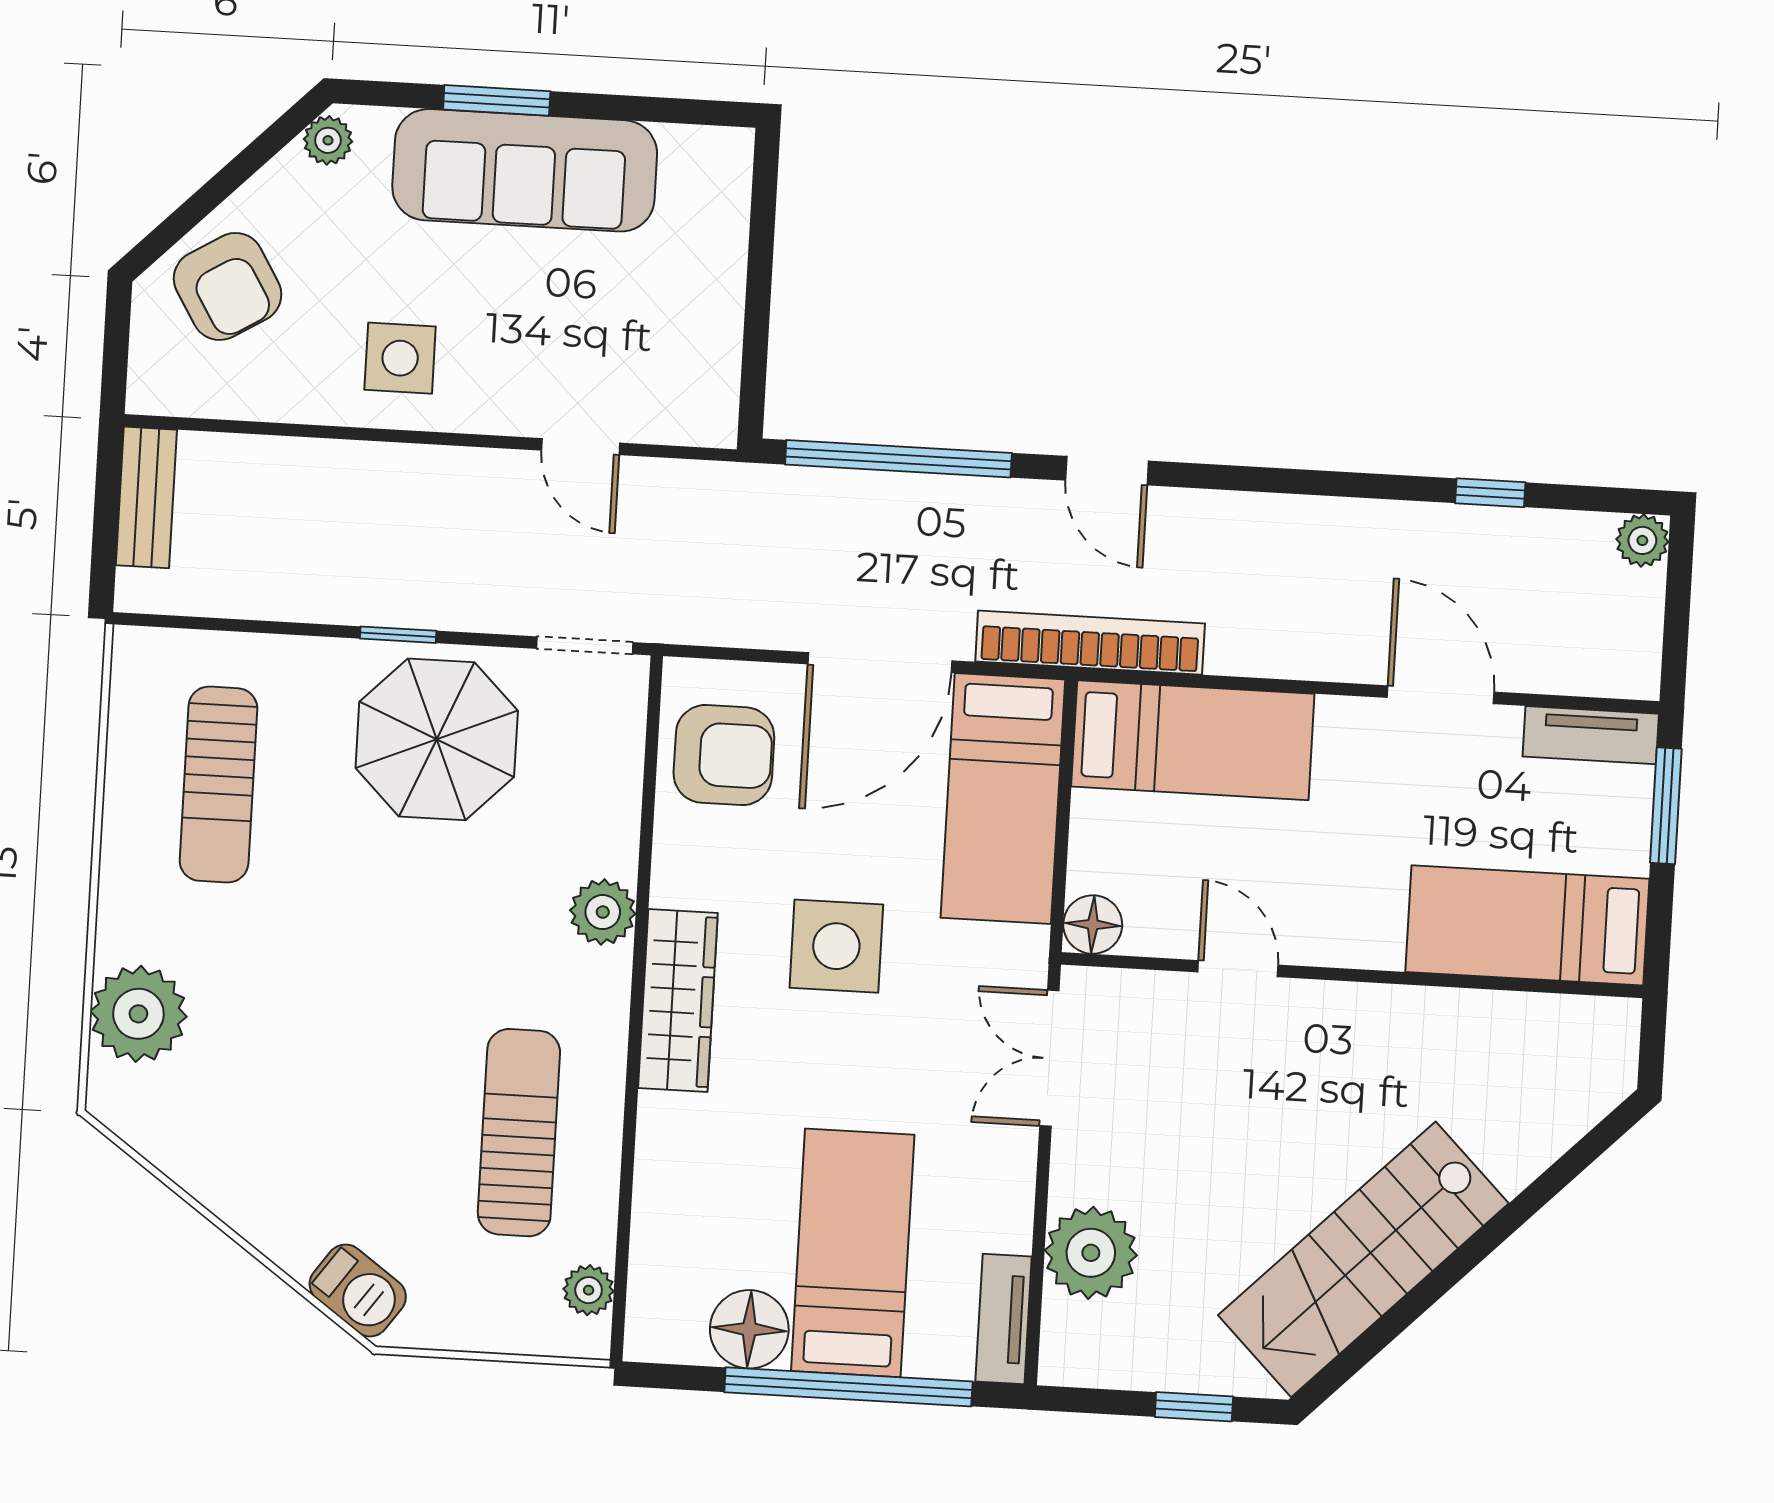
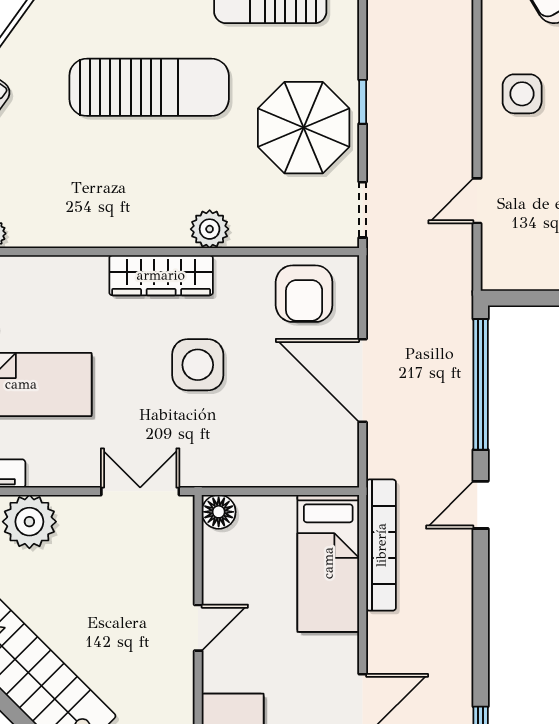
bookcase: (1090, 643) -> (381, 545), moved
bed: (1003, 799) -> (288, 456), removed
door: (1238, 969) -> (198, 628), moved
sun lounger: (519, 1133) -> (149, 87), moved, width x1.36, depth x1.34

